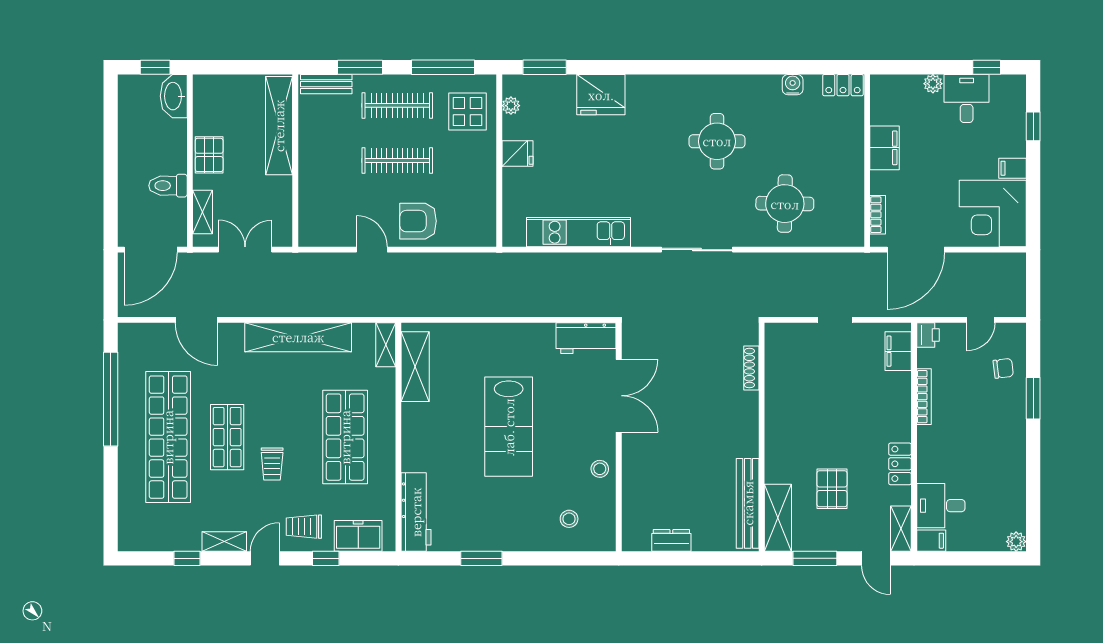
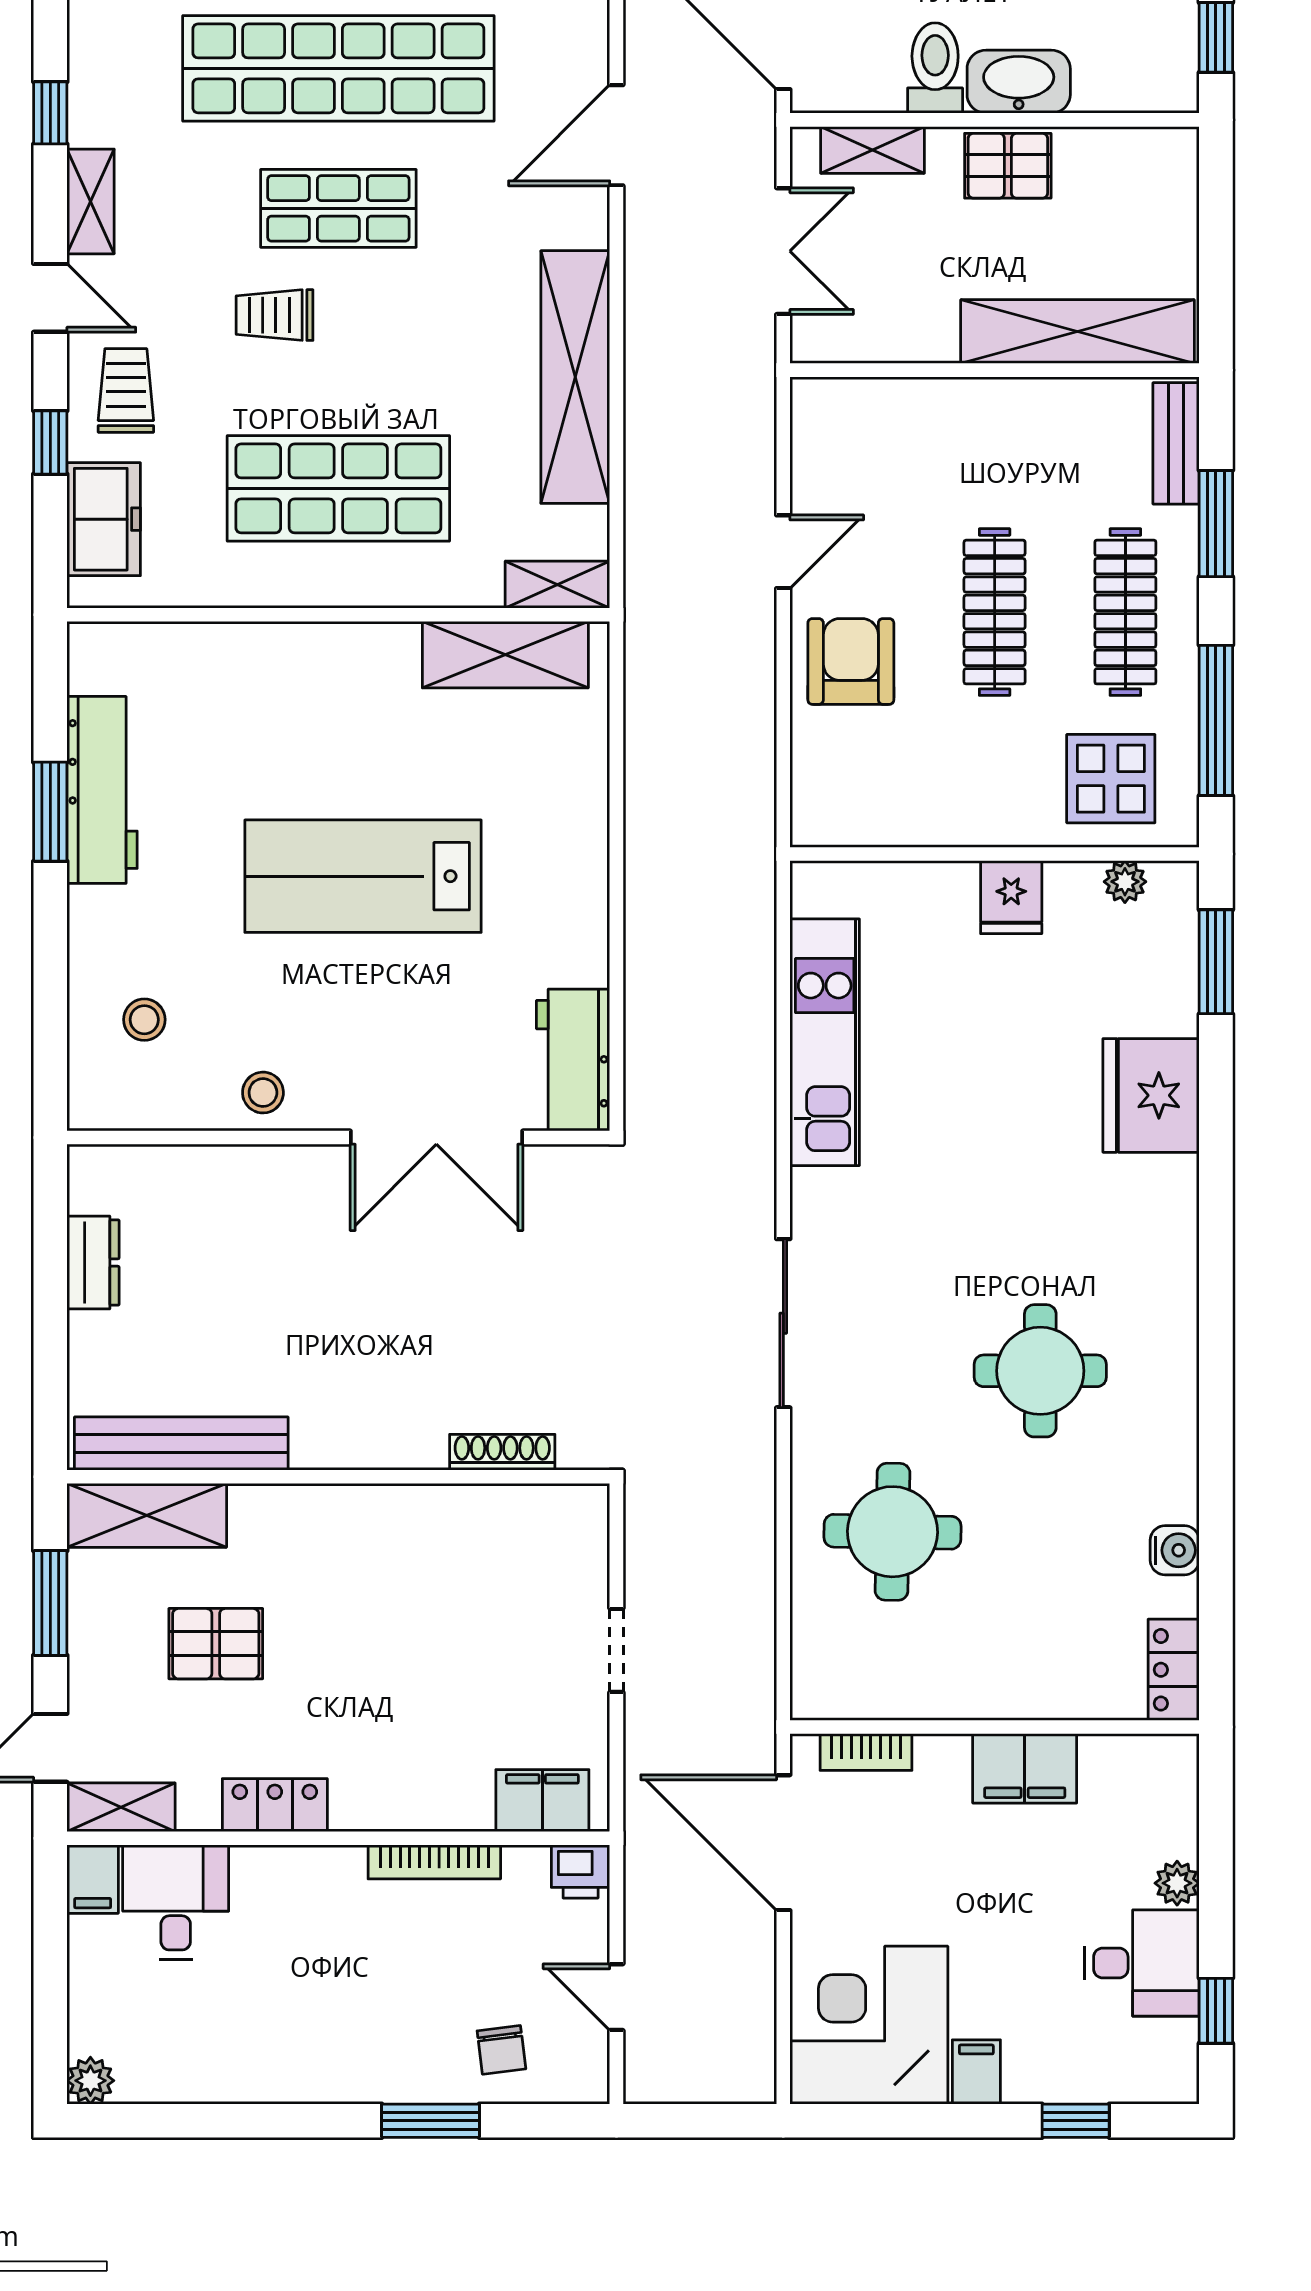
washbasin: (174, 96) -> (1019, 82), moved
workbench: (416, 512) -> (102, 790), moved, turned -90

